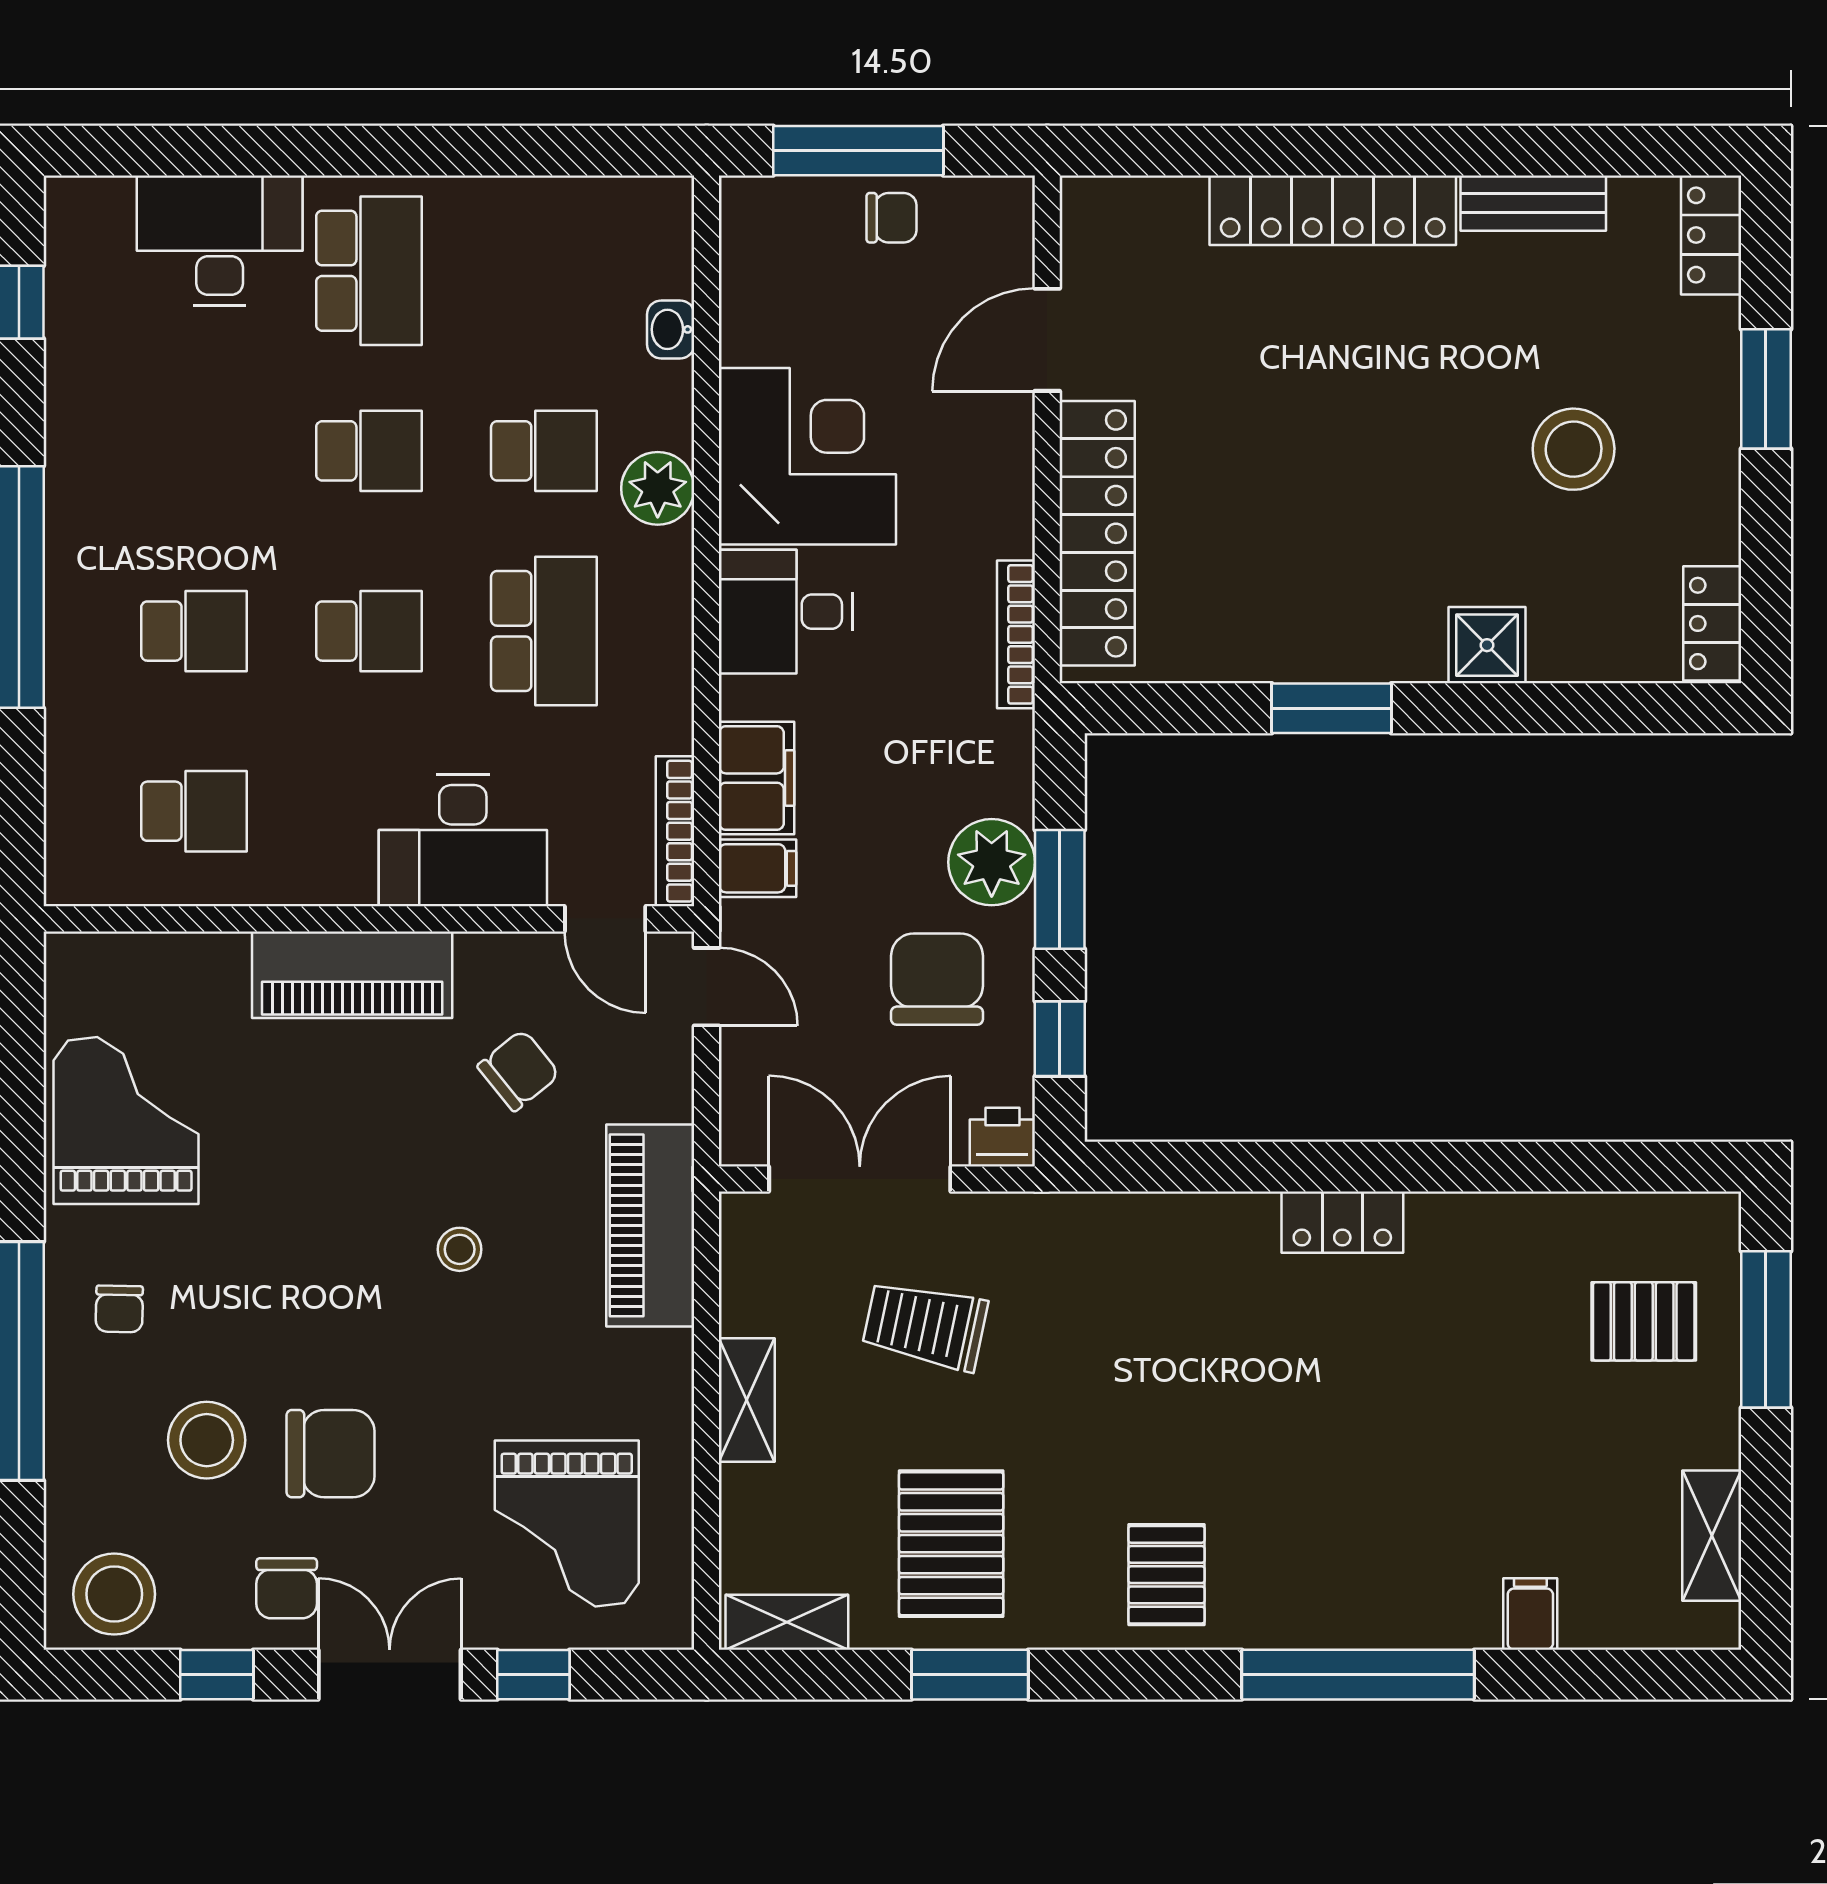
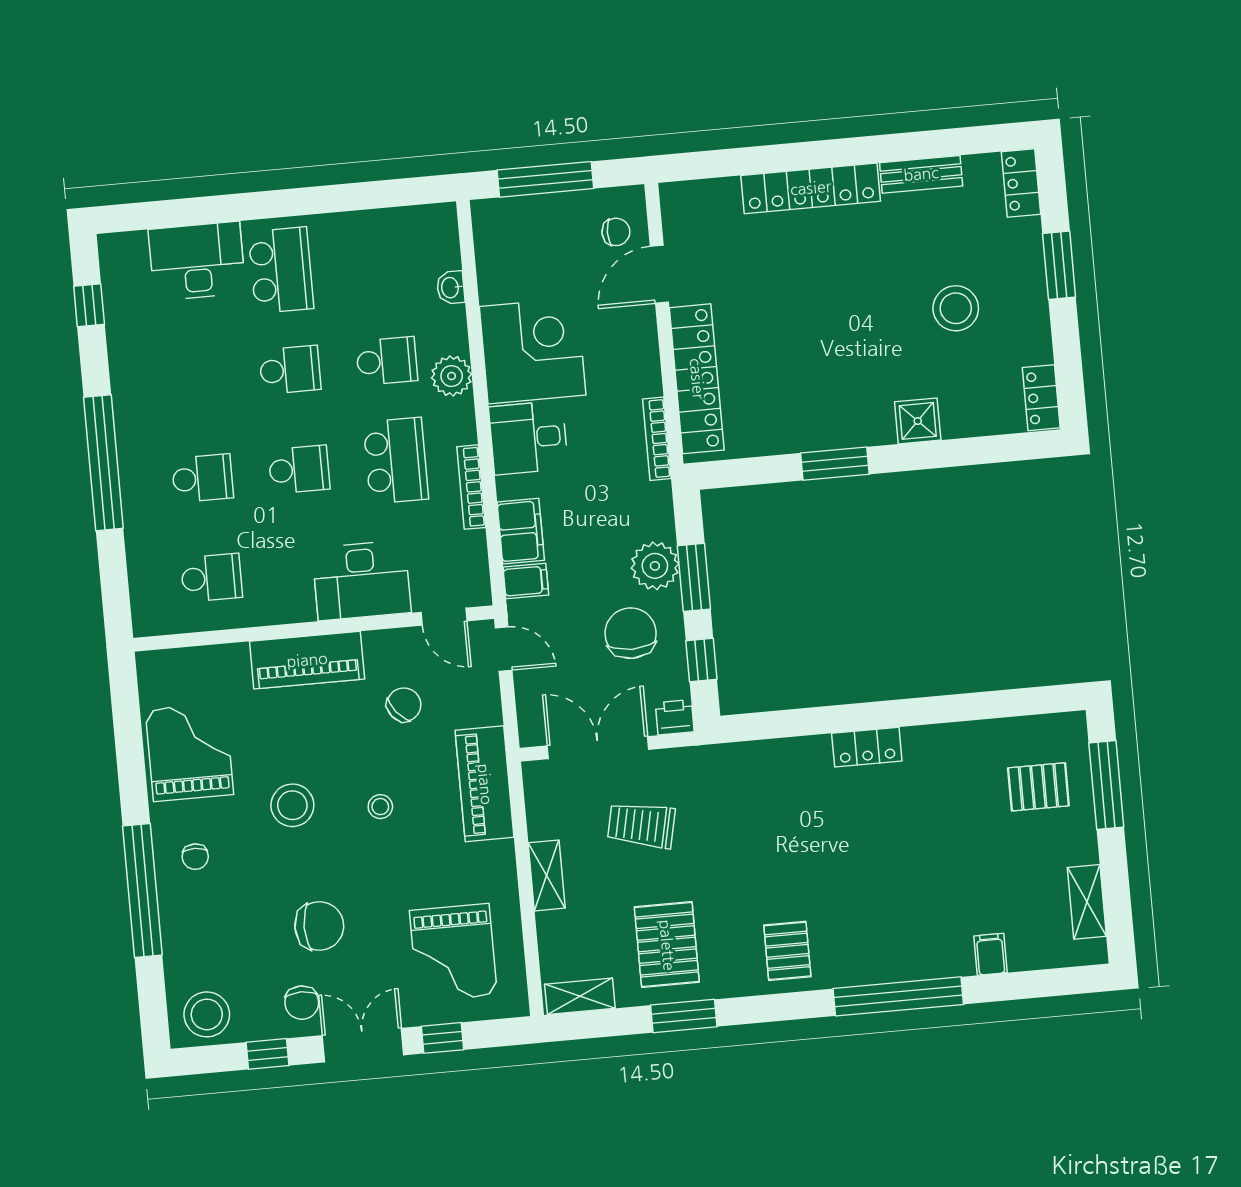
chair: (891, 218) -> (616, 232), moved
bookcase: (675, 831) -> (471, 487), moved
stool: (207, 1440) -> (292, 805), moved

